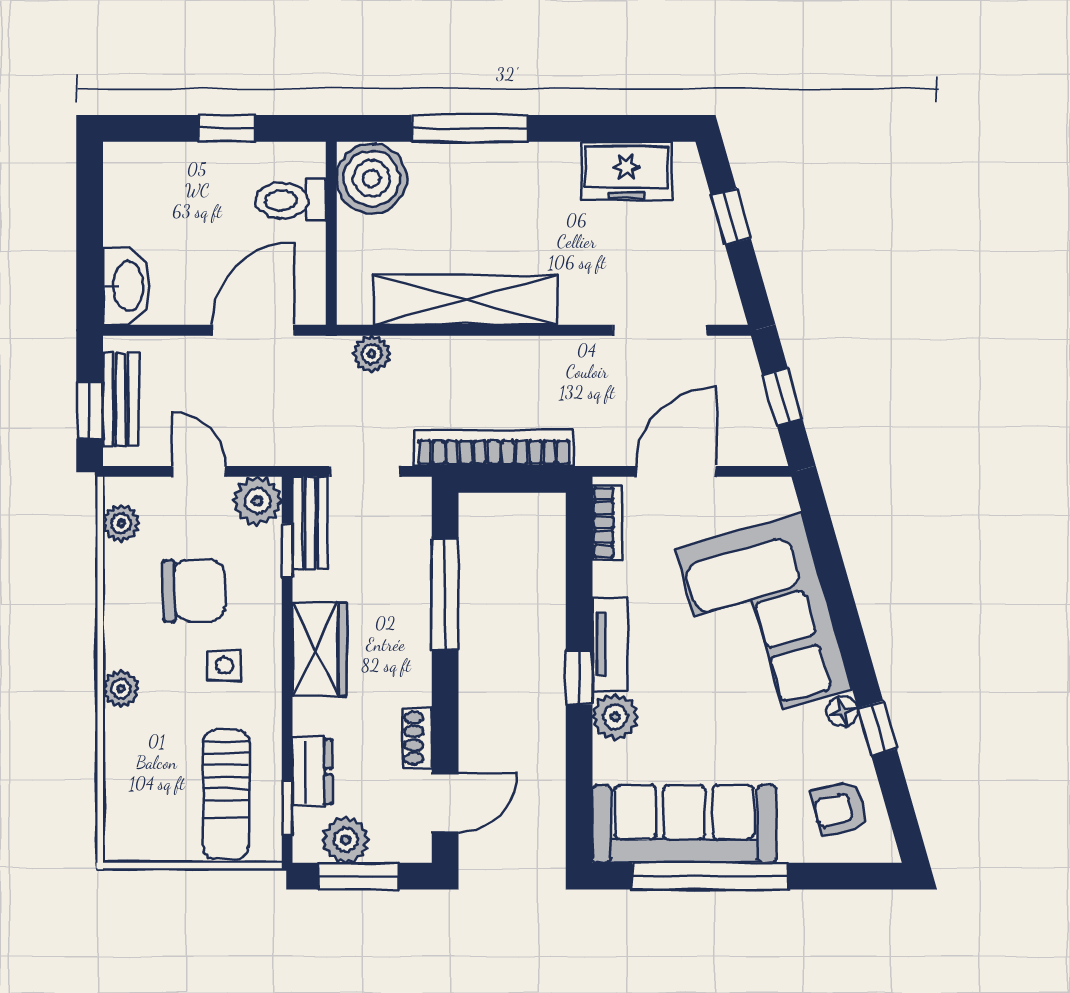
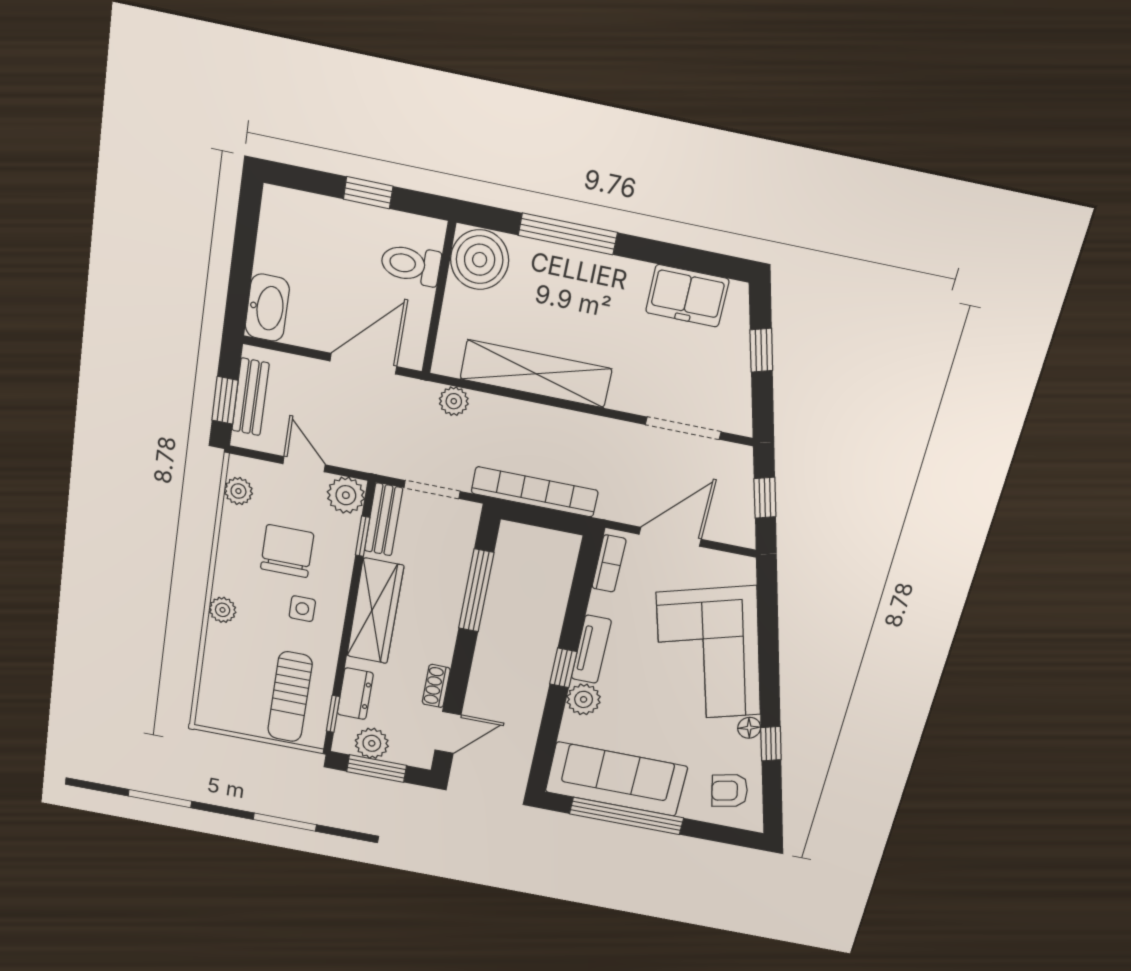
chair: (194, 590) -> (287, 551), turned -89
wardrobe: (320, 649) -> (375, 611), width x1.50

